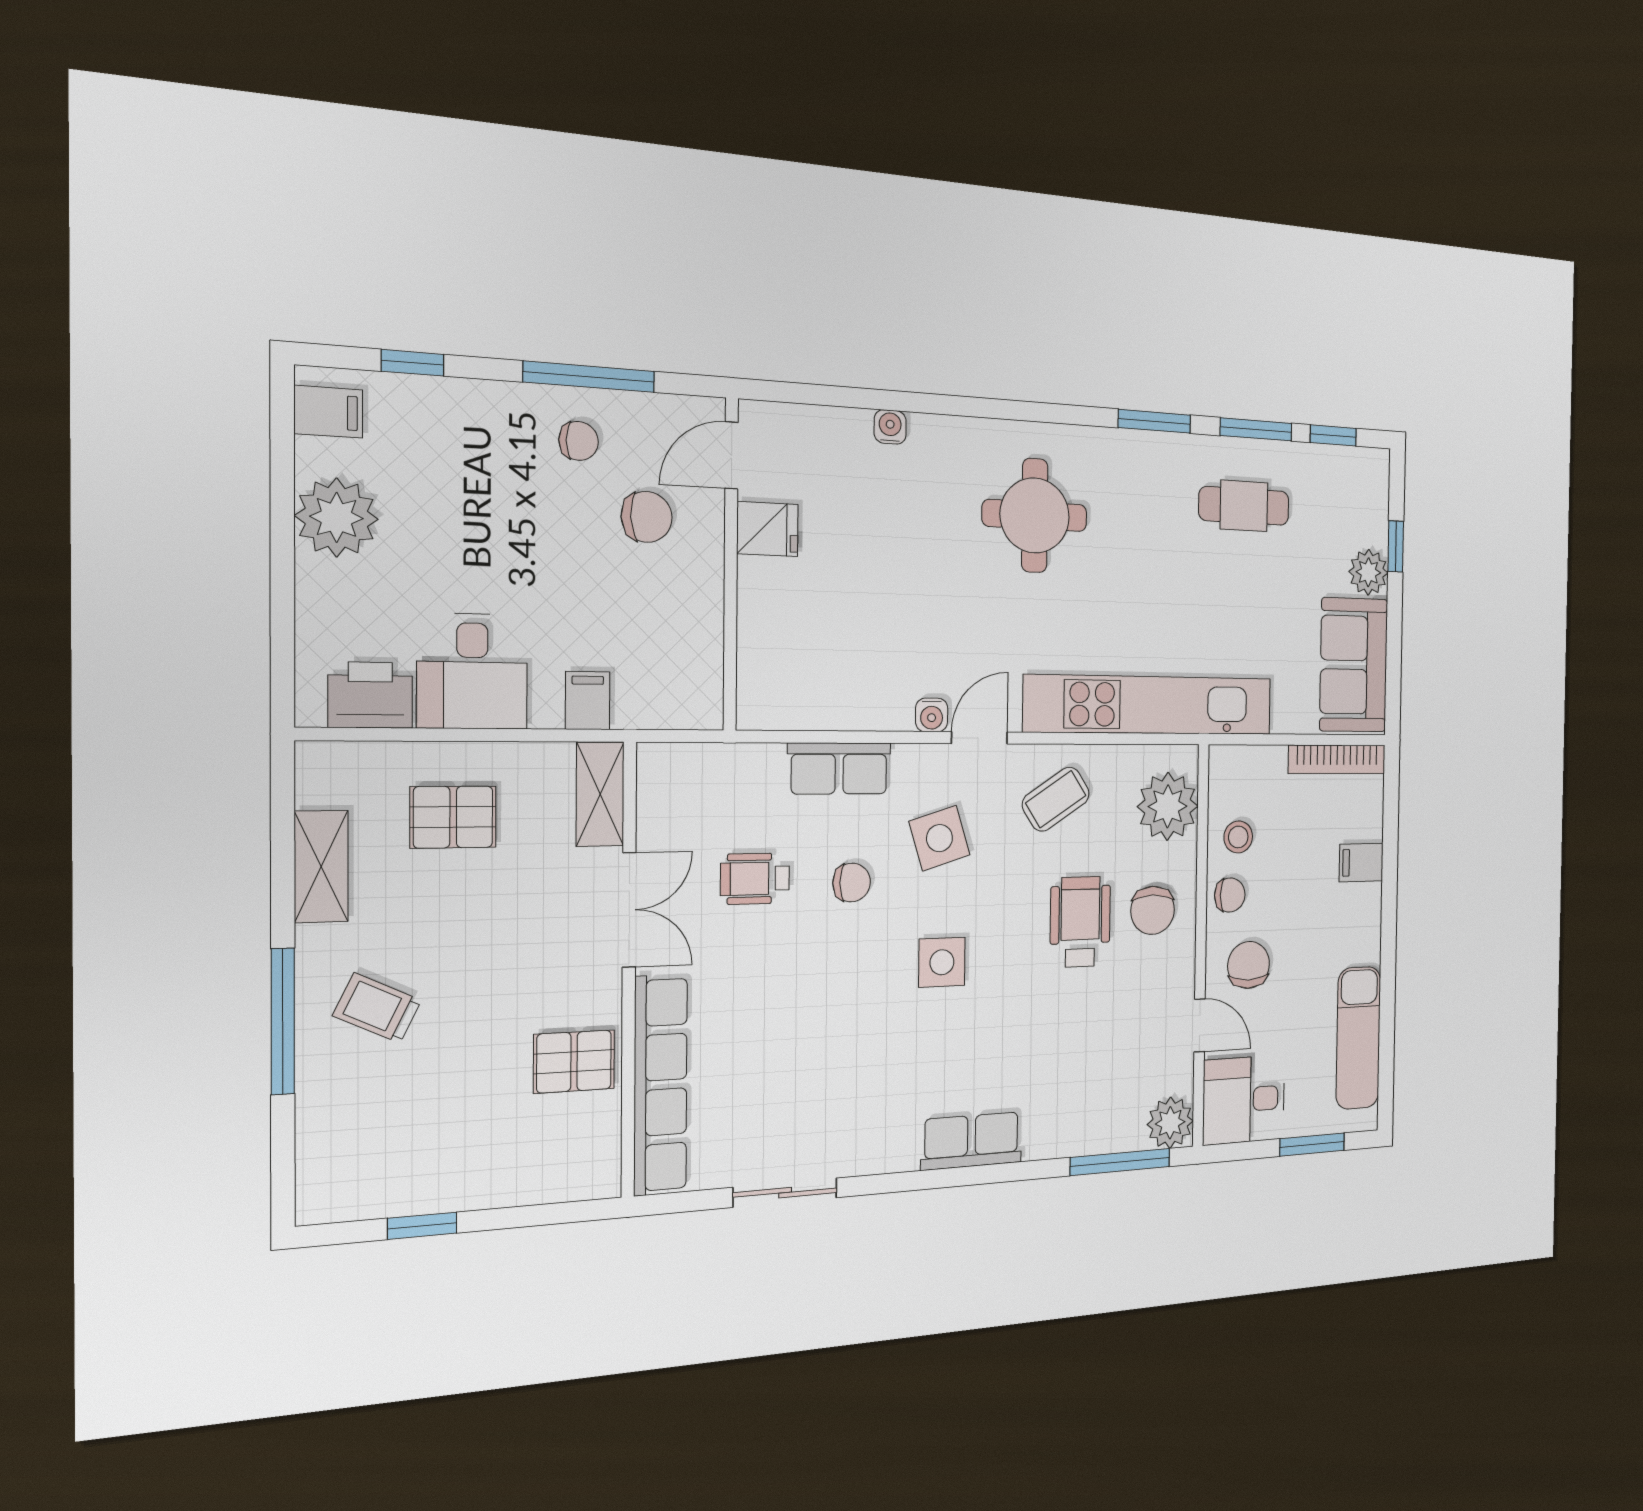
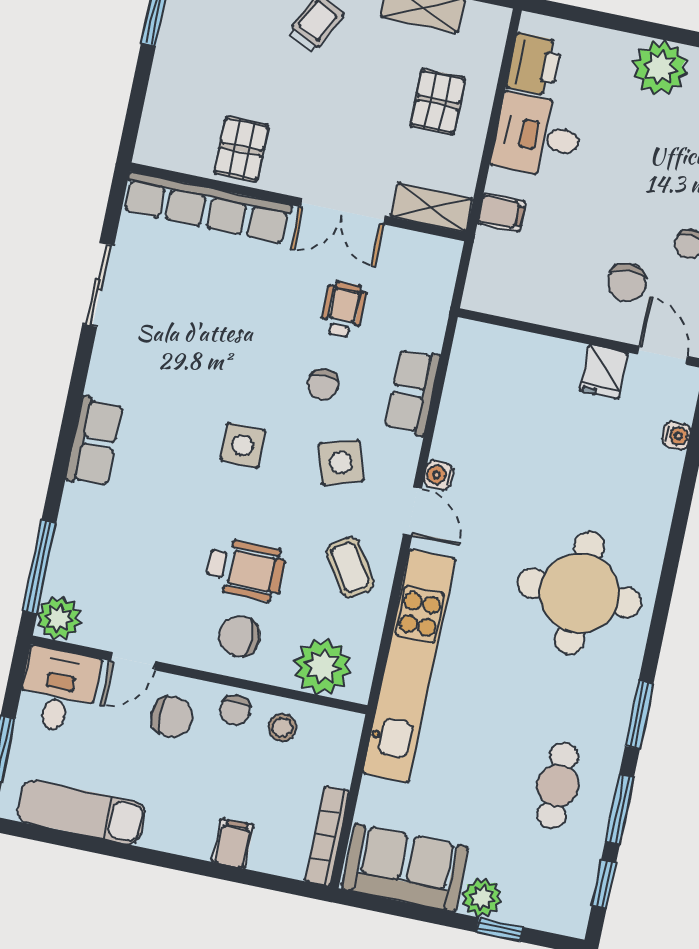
water cooler: (890, 427) -> (677, 435), moved
round table: (1035, 515) -> (580, 593), width x1.36, depth x1.36

